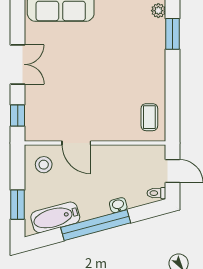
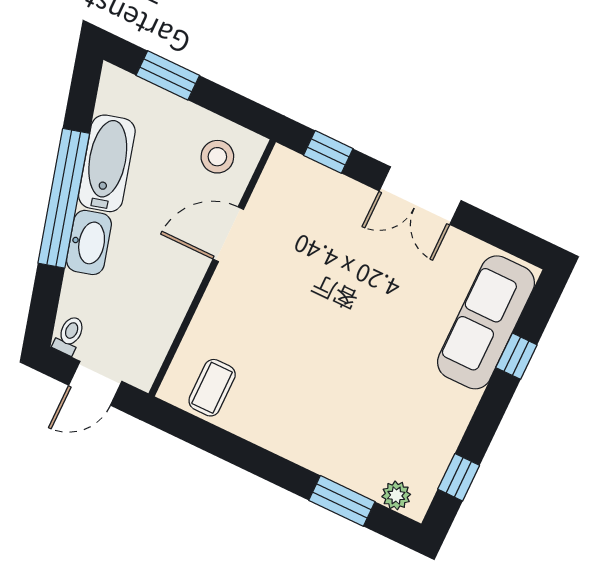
coffee table: (149, 117) -> (212, 388), turned 90
washbasin: (118, 205) -> (89, 242), width x1.91, depth x1.45
bathtub: (55, 217) -> (107, 163), moved

